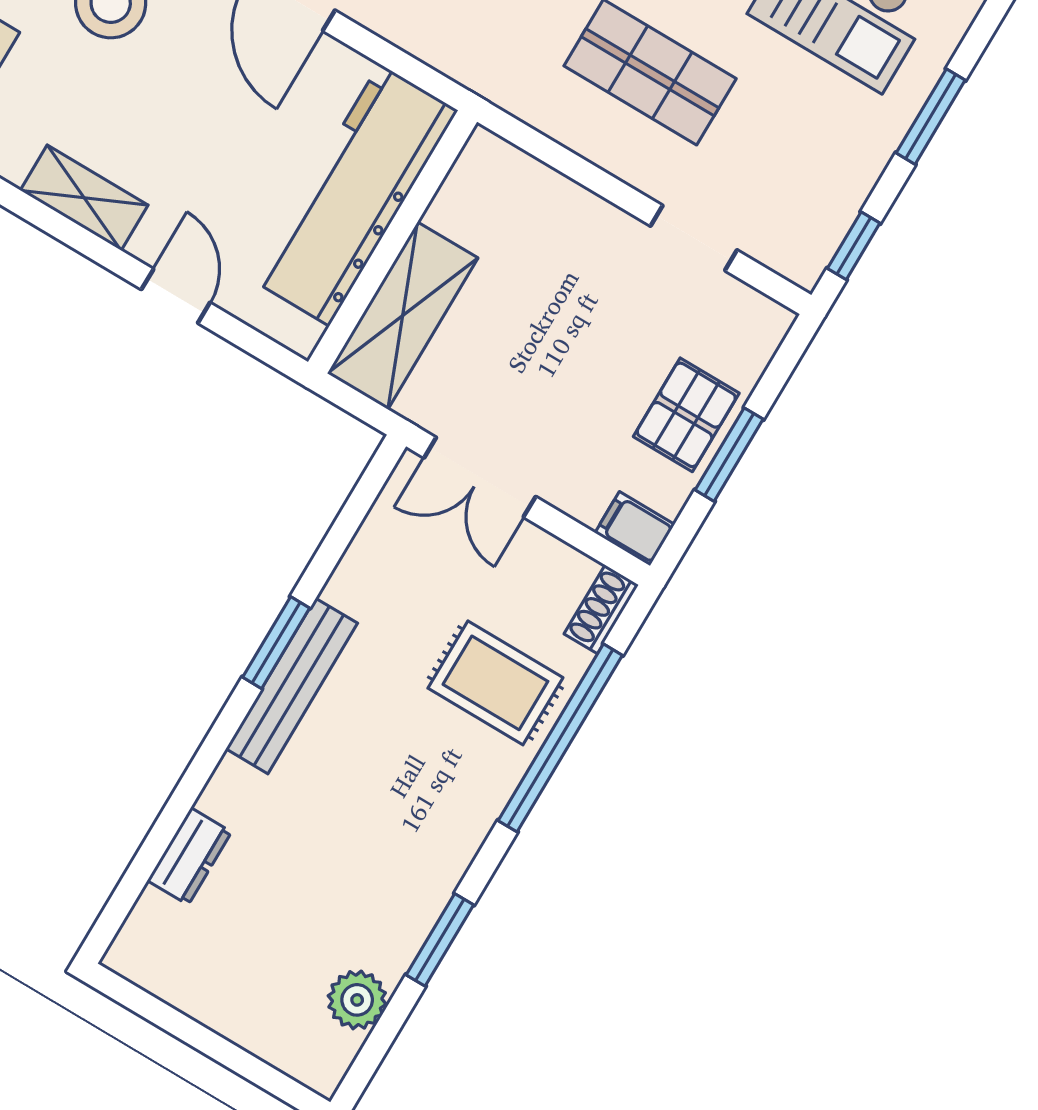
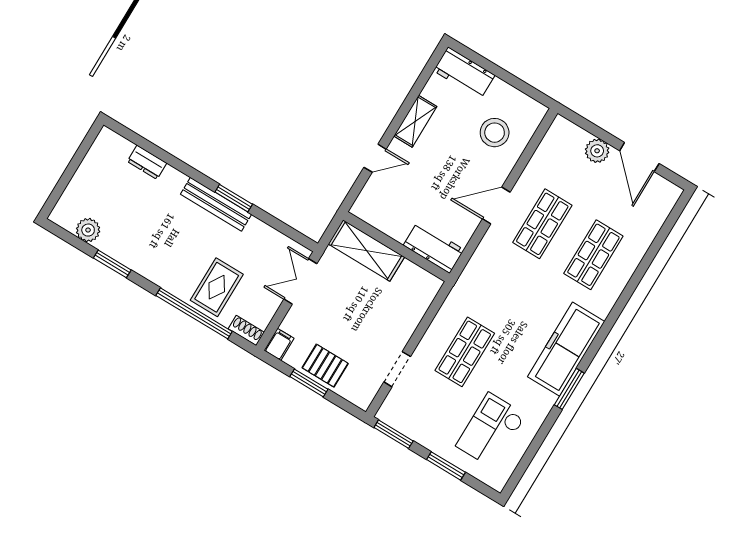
workbench: (354, 195) -> (434, 247), width x0.53, depth x0.76
window: (854, 246) -> (394, 434), width x1.50

